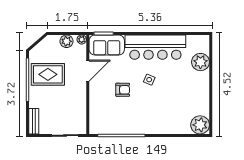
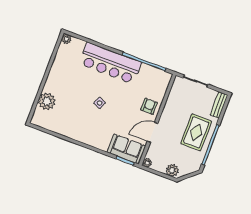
plant: (67, 41) -> (172, 170), moved
bar counter: (155, 47) -> (110, 63), moved, turned 180
rug: (48, 74) -> (196, 132), moved, turned 90
armchair: (123, 90) -> (149, 106), moved, turned 90
plant: (200, 125) -> (66, 39), width x0.53, depth x0.53

